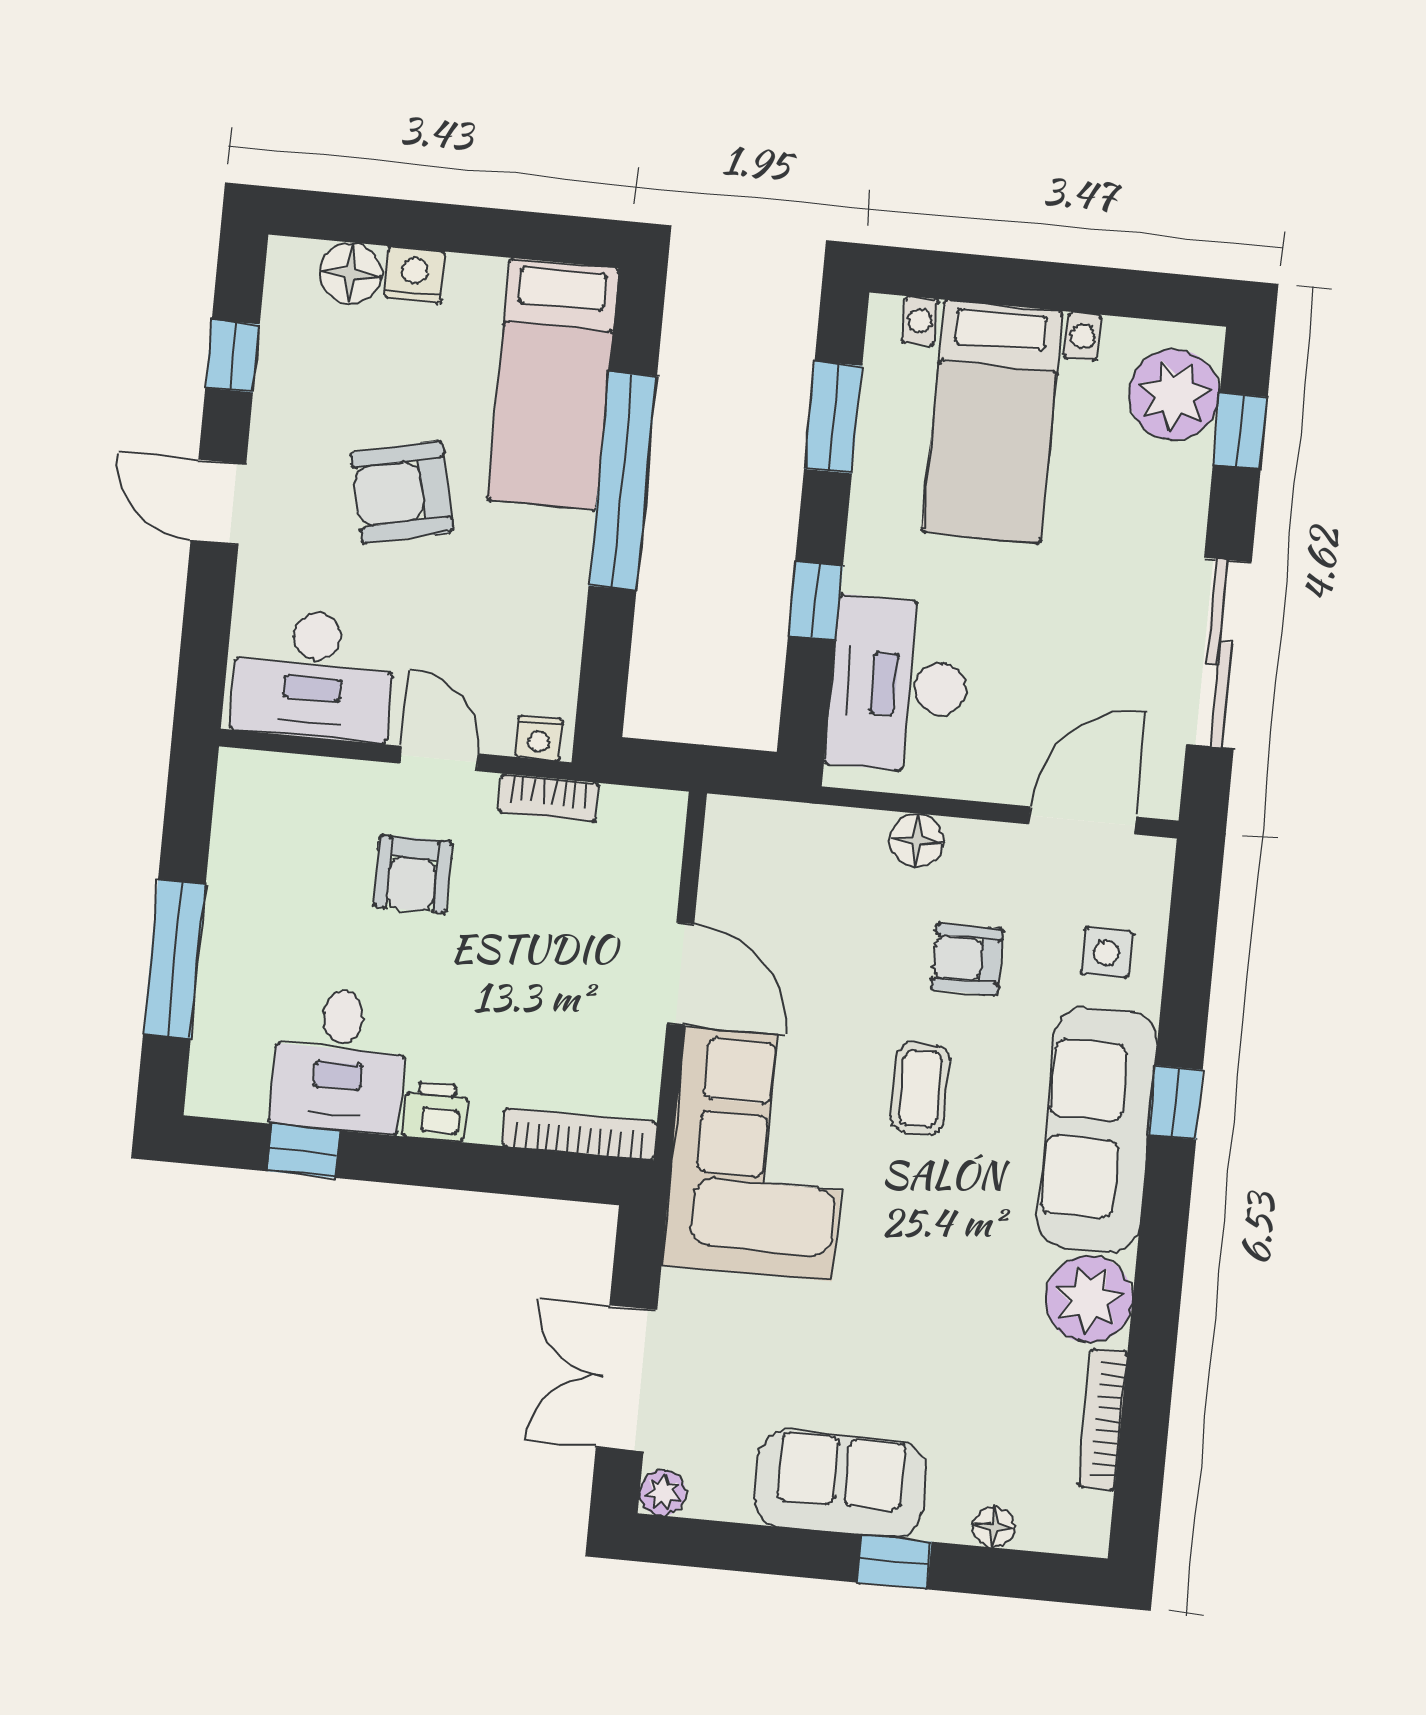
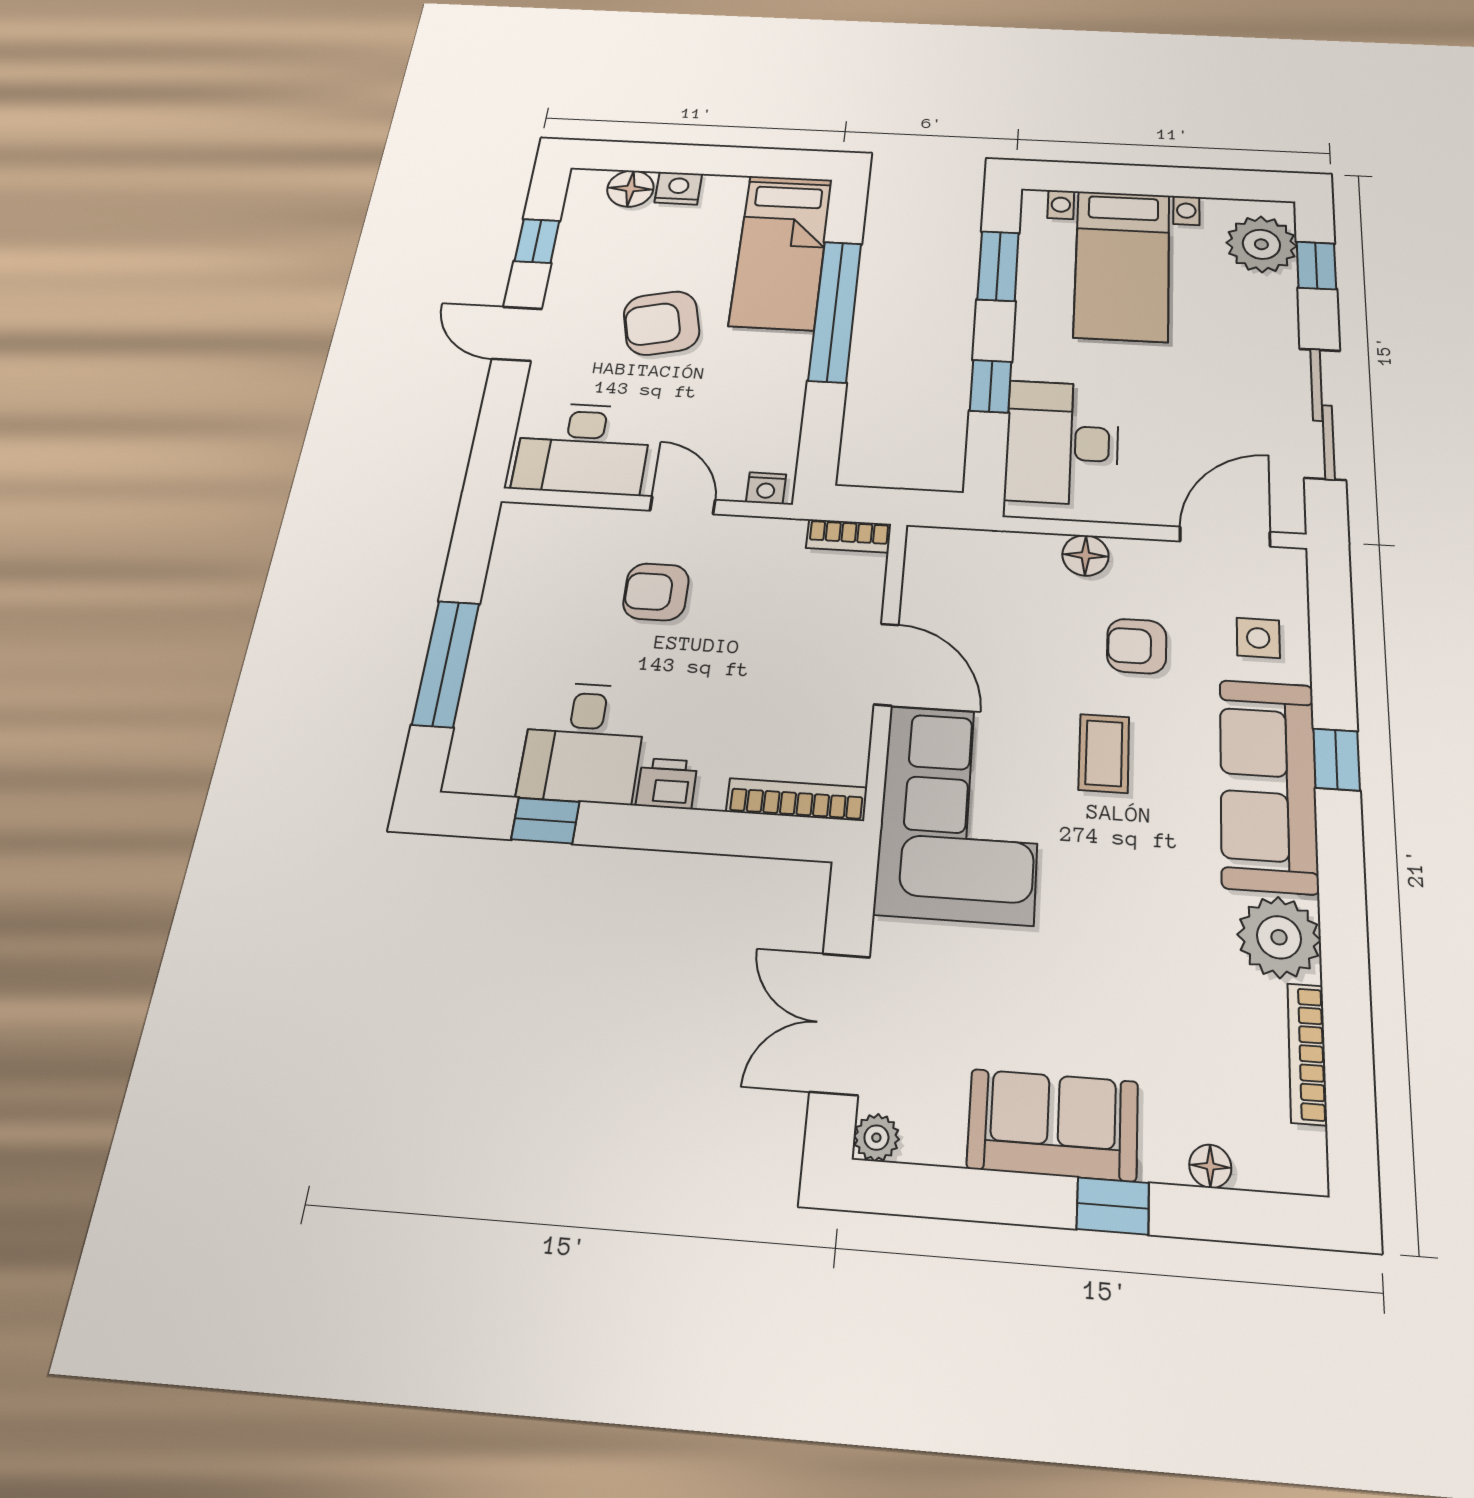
bookcase: (549, 798) -> (849, 536), moved
armchair: (412, 874) -> (656, 592), turned 90

